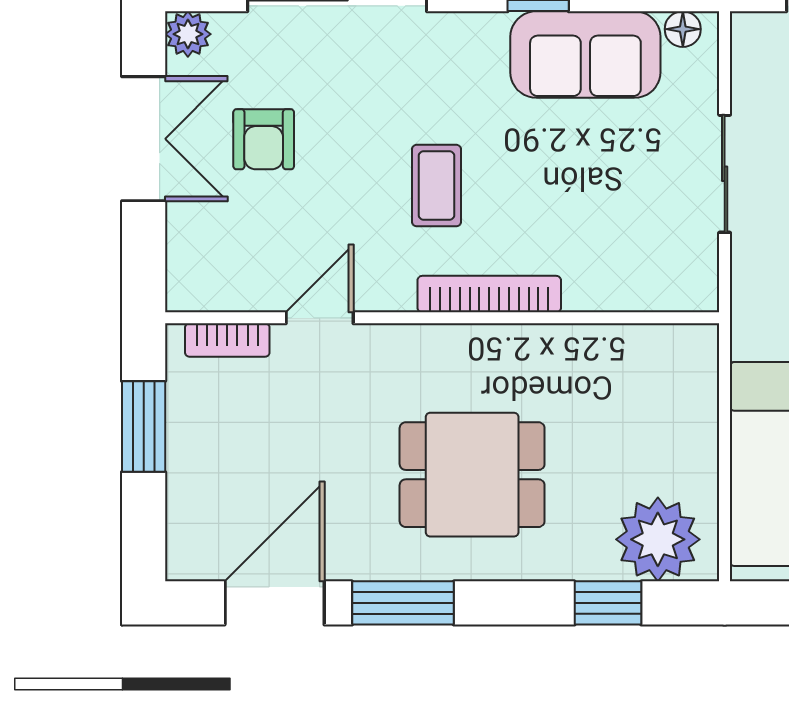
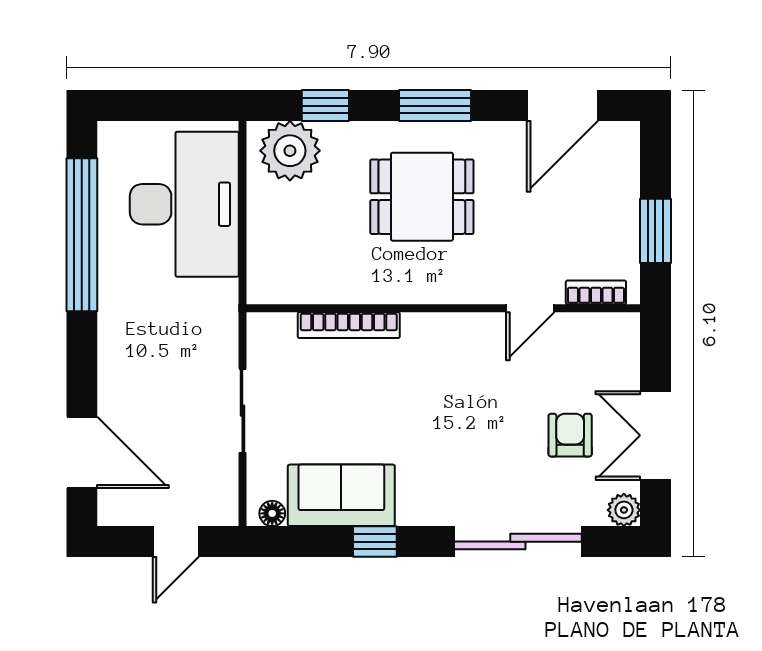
coffee table: (437, 186) -> (447, 402), removed
bookcase: (489, 294) -> (349, 325), moved
window: (403, 603) -> (435, 106), moved

